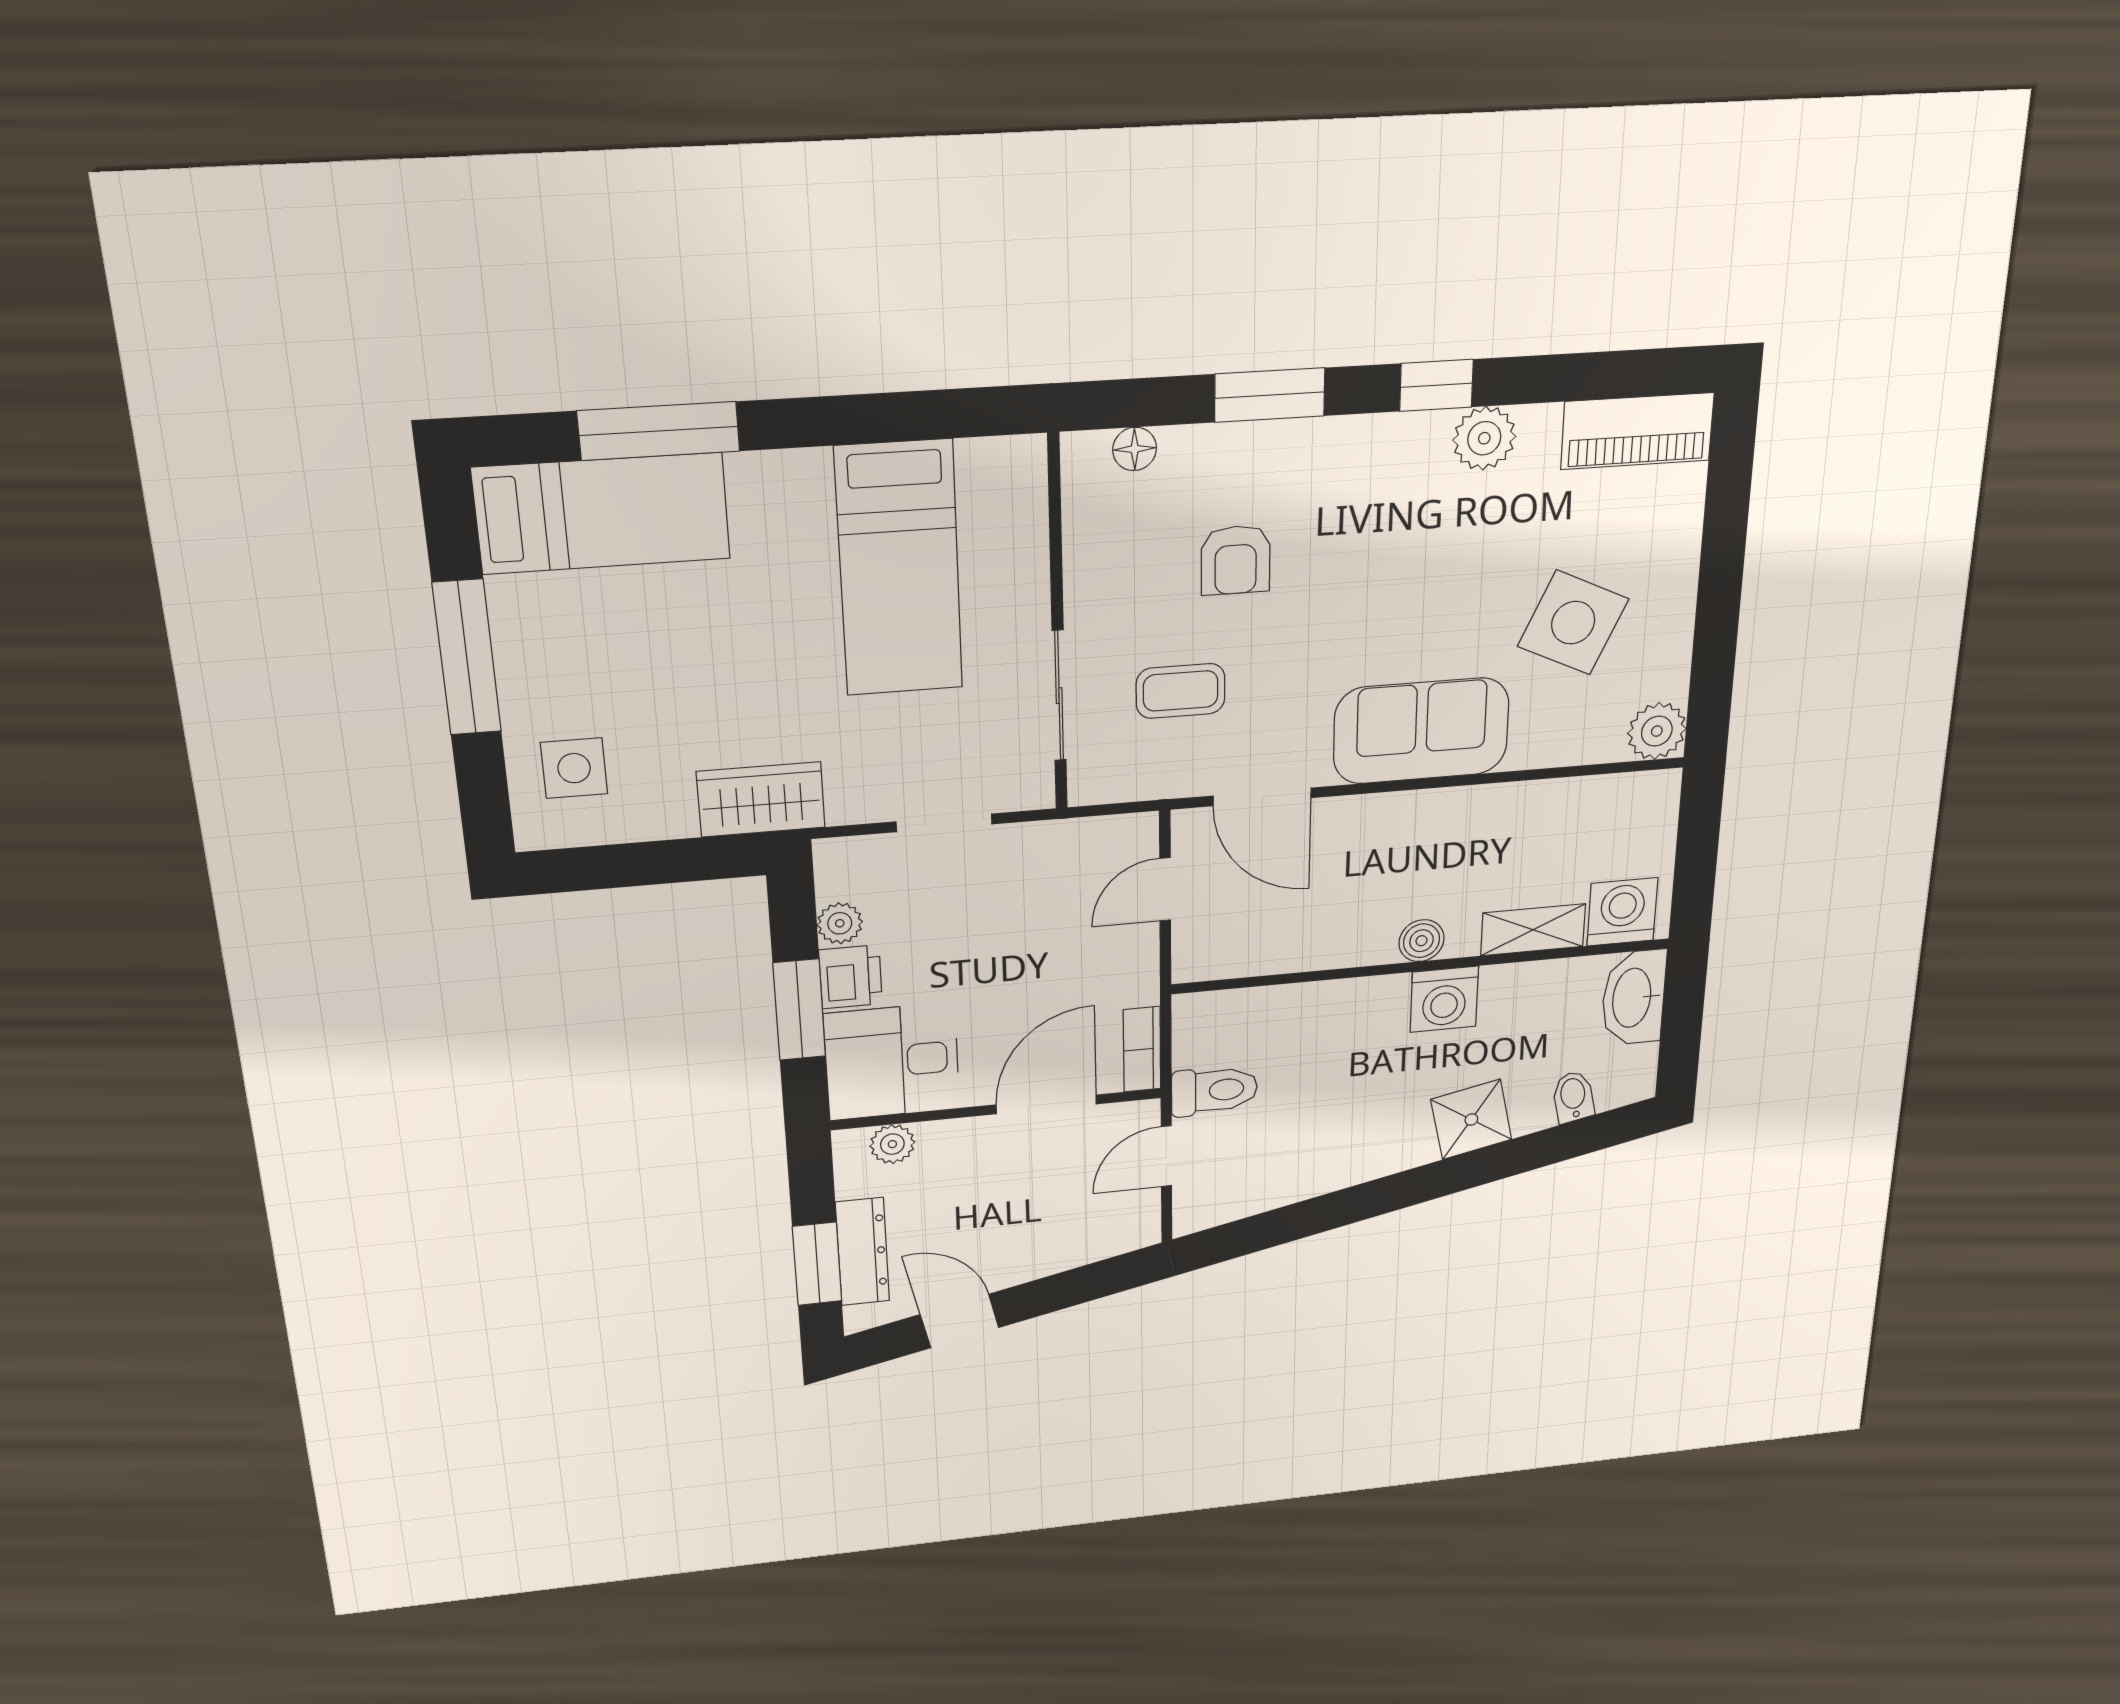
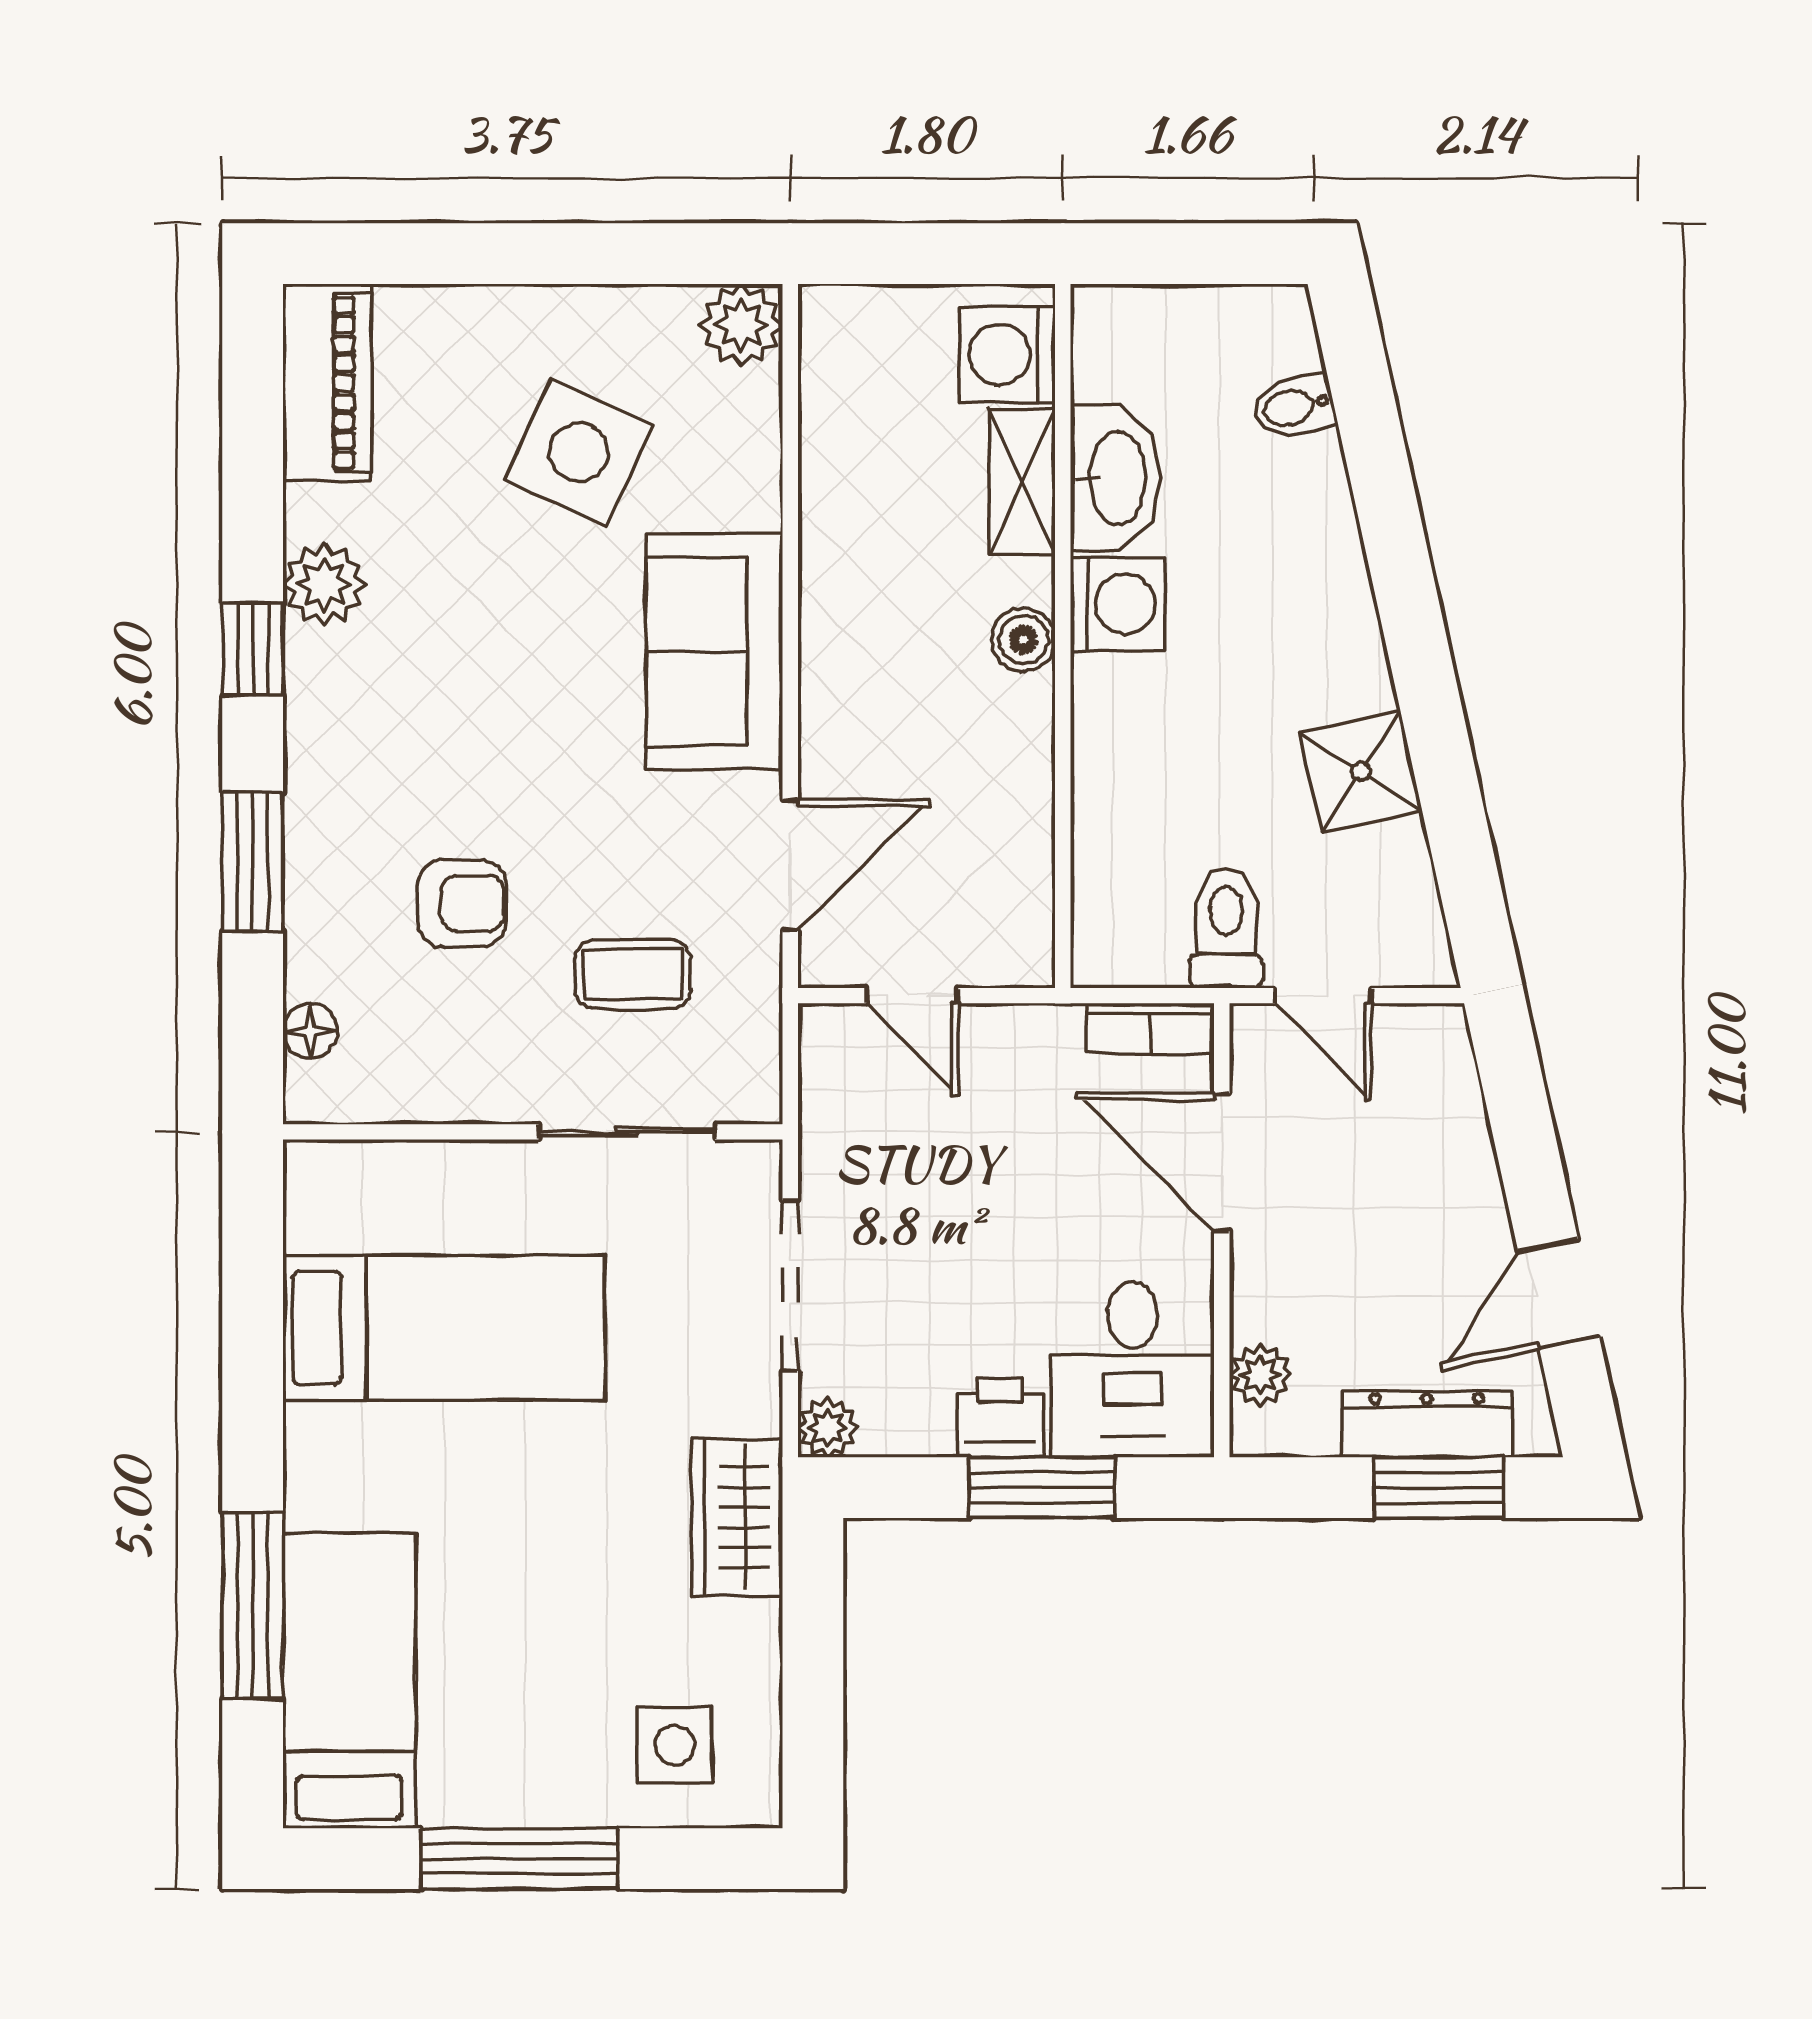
coffee table: (1181, 691) -> (633, 974), turned 90
doorway: (944, 823) -> (790, 1286), width x1.38
plant: (840, 923) -> (828, 1428), moved
washbasin: (1634, 998) -> (1115, 478), moved, turned -90
shower: (1471, 1120) -> (1361, 771), moved

